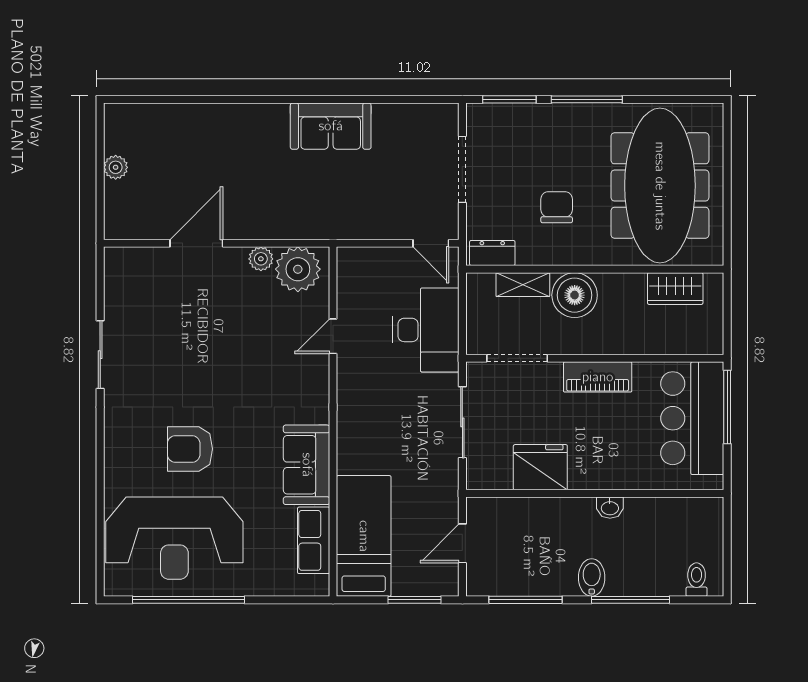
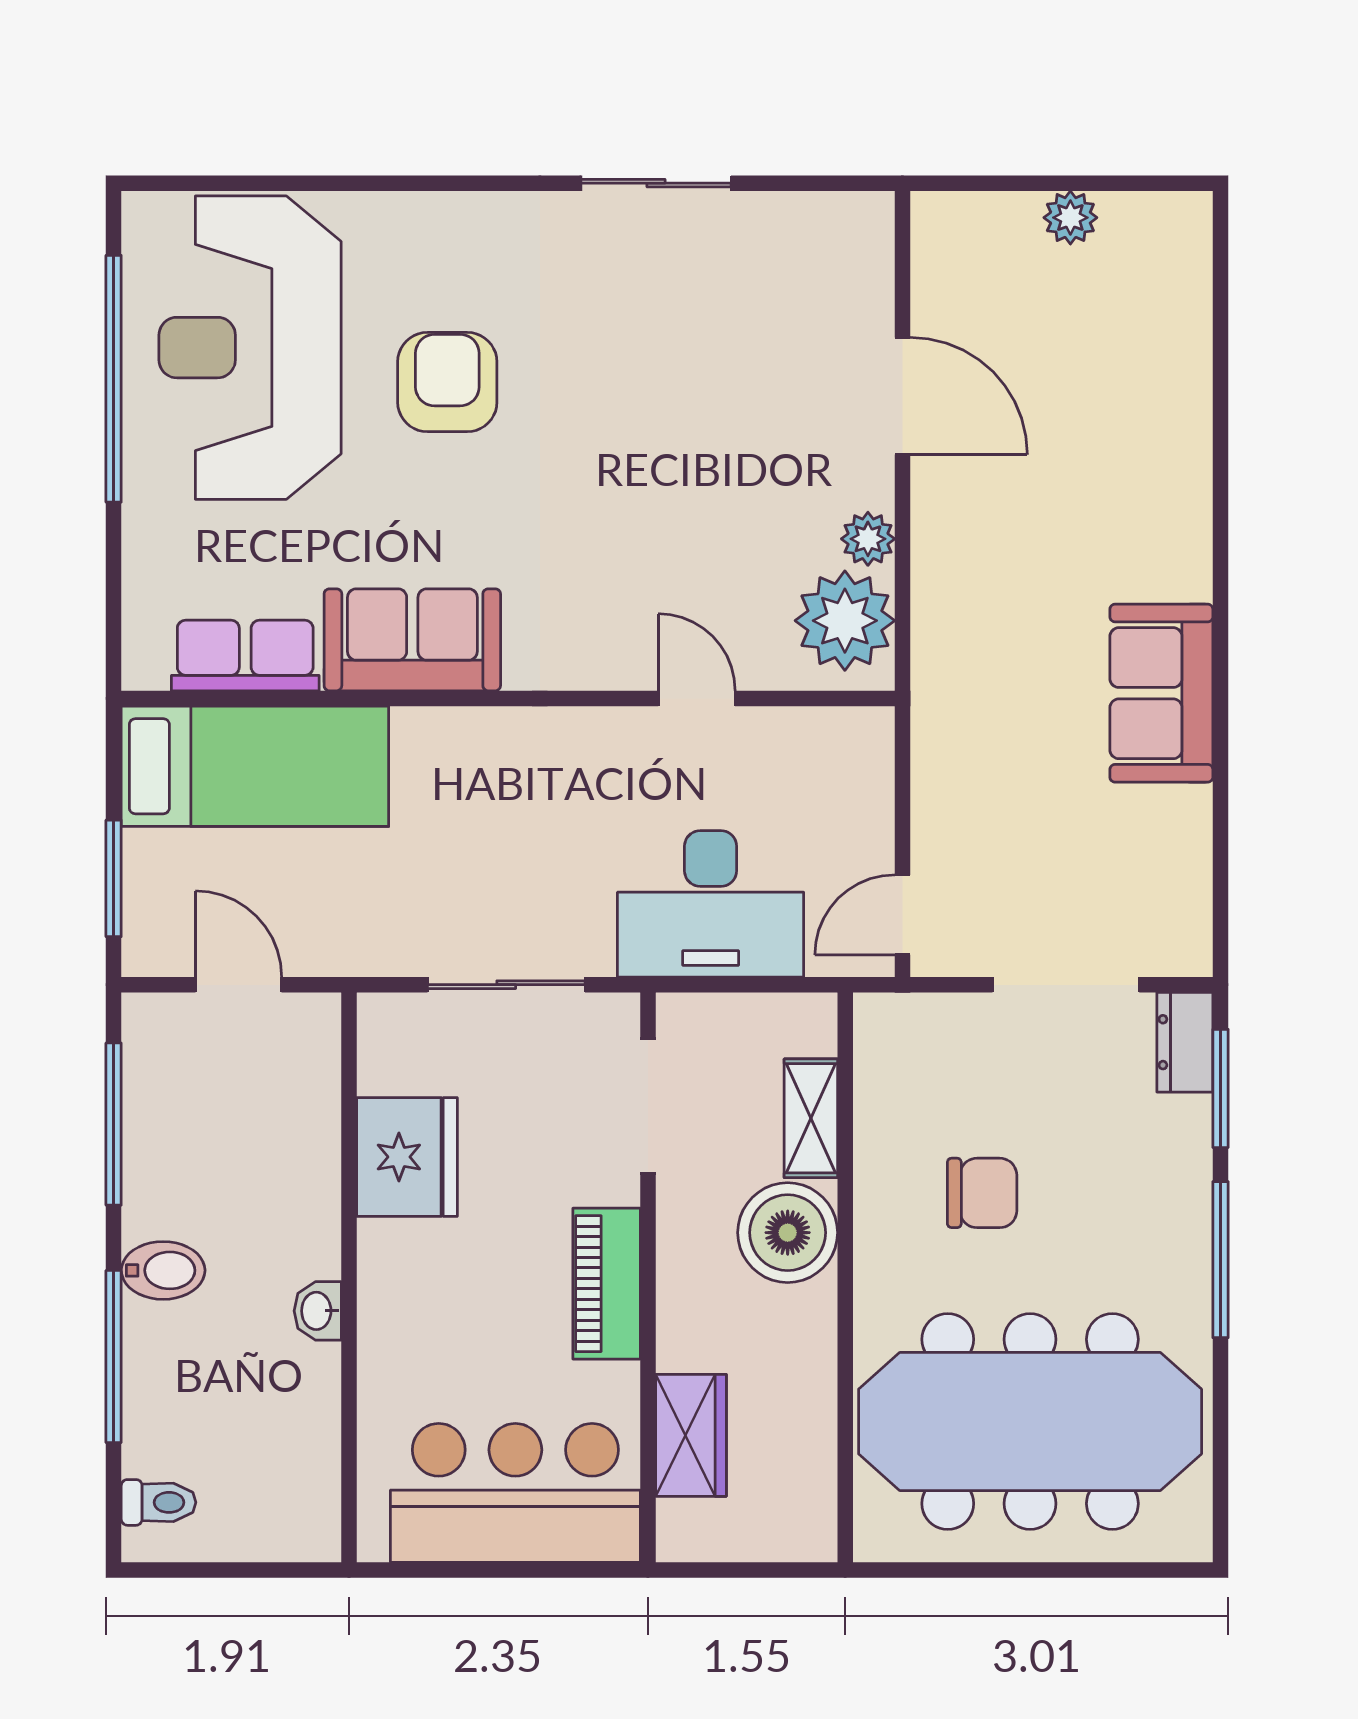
dresser: (492, 253) -> (1185, 1042), moved, turned 180
wardrobe: (675, 289) -> (691, 1435), moved, turned 180
window: (727, 407) -> (540, 1570), removed

